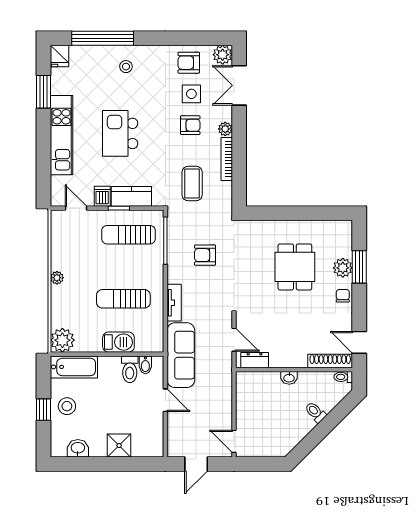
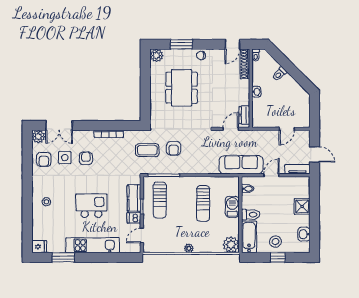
window: (103, 38) -> (27, 217), removed
plant: (225, 129) -> (88, 135), removed
kitchen island: (120, 133) -> (91, 206), turned 180
coffee table: (192, 183) -> (147, 150), moved
dining table: (295, 267) -> (182, 88), width x1.37
plant: (343, 268) -> (157, 55), moved
tv unit: (174, 303) -> (297, 169), moved
toilet: (130, 369) -> (251, 215), moved
door: (234, 441) -> (287, 129), moved

